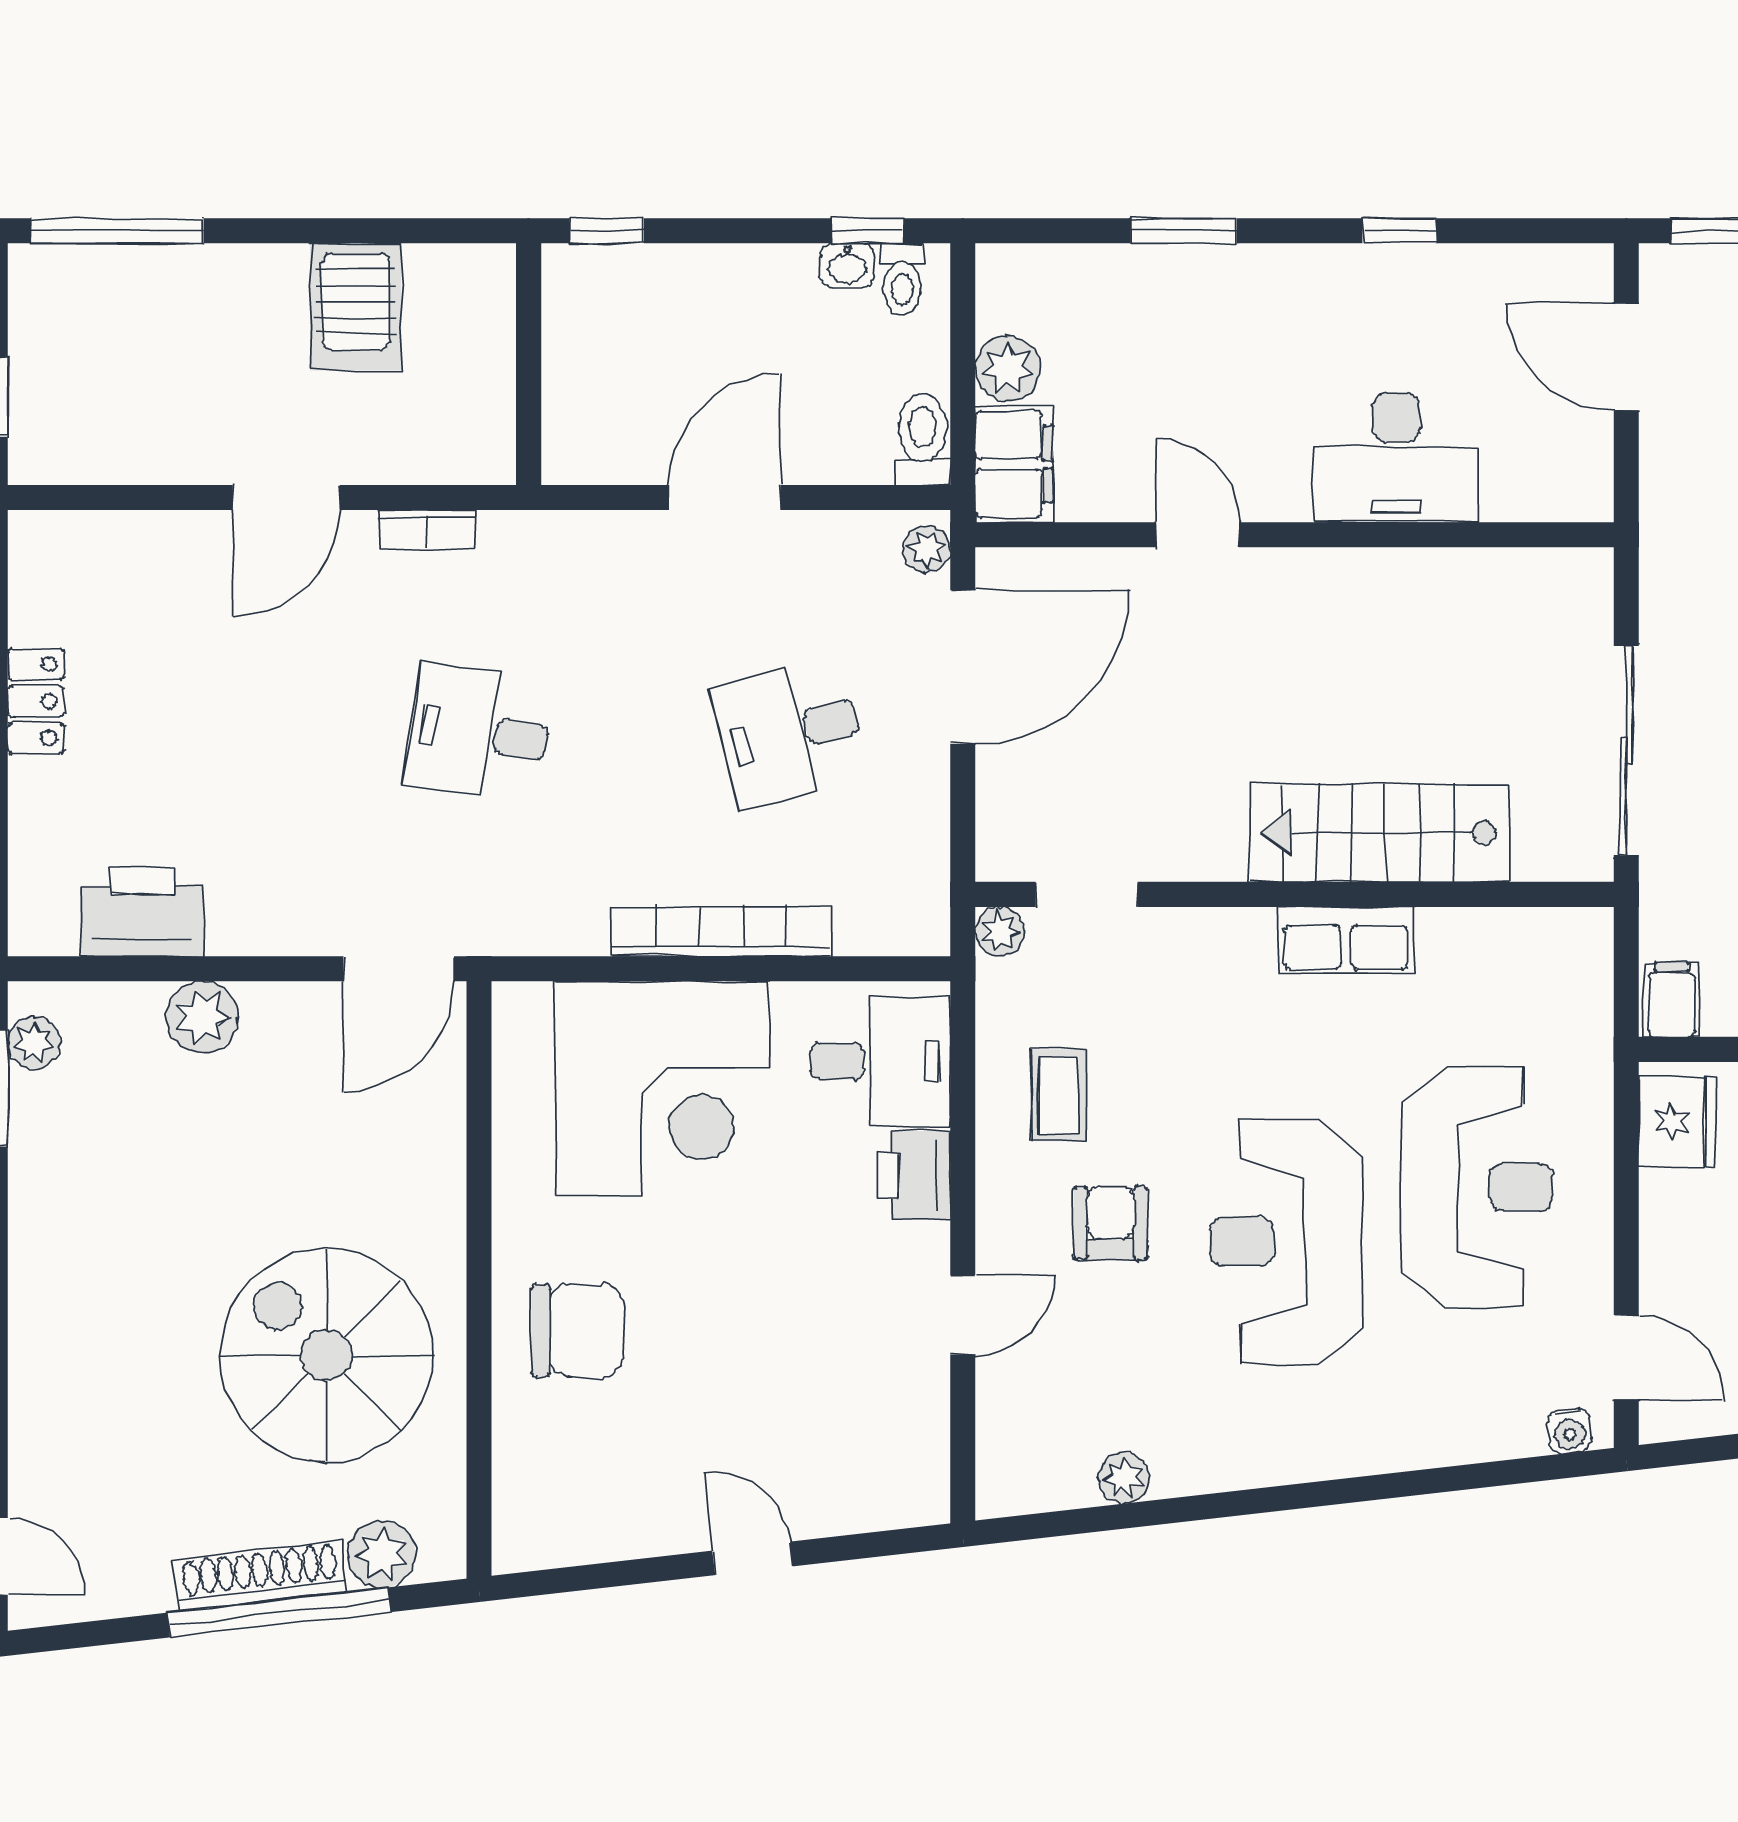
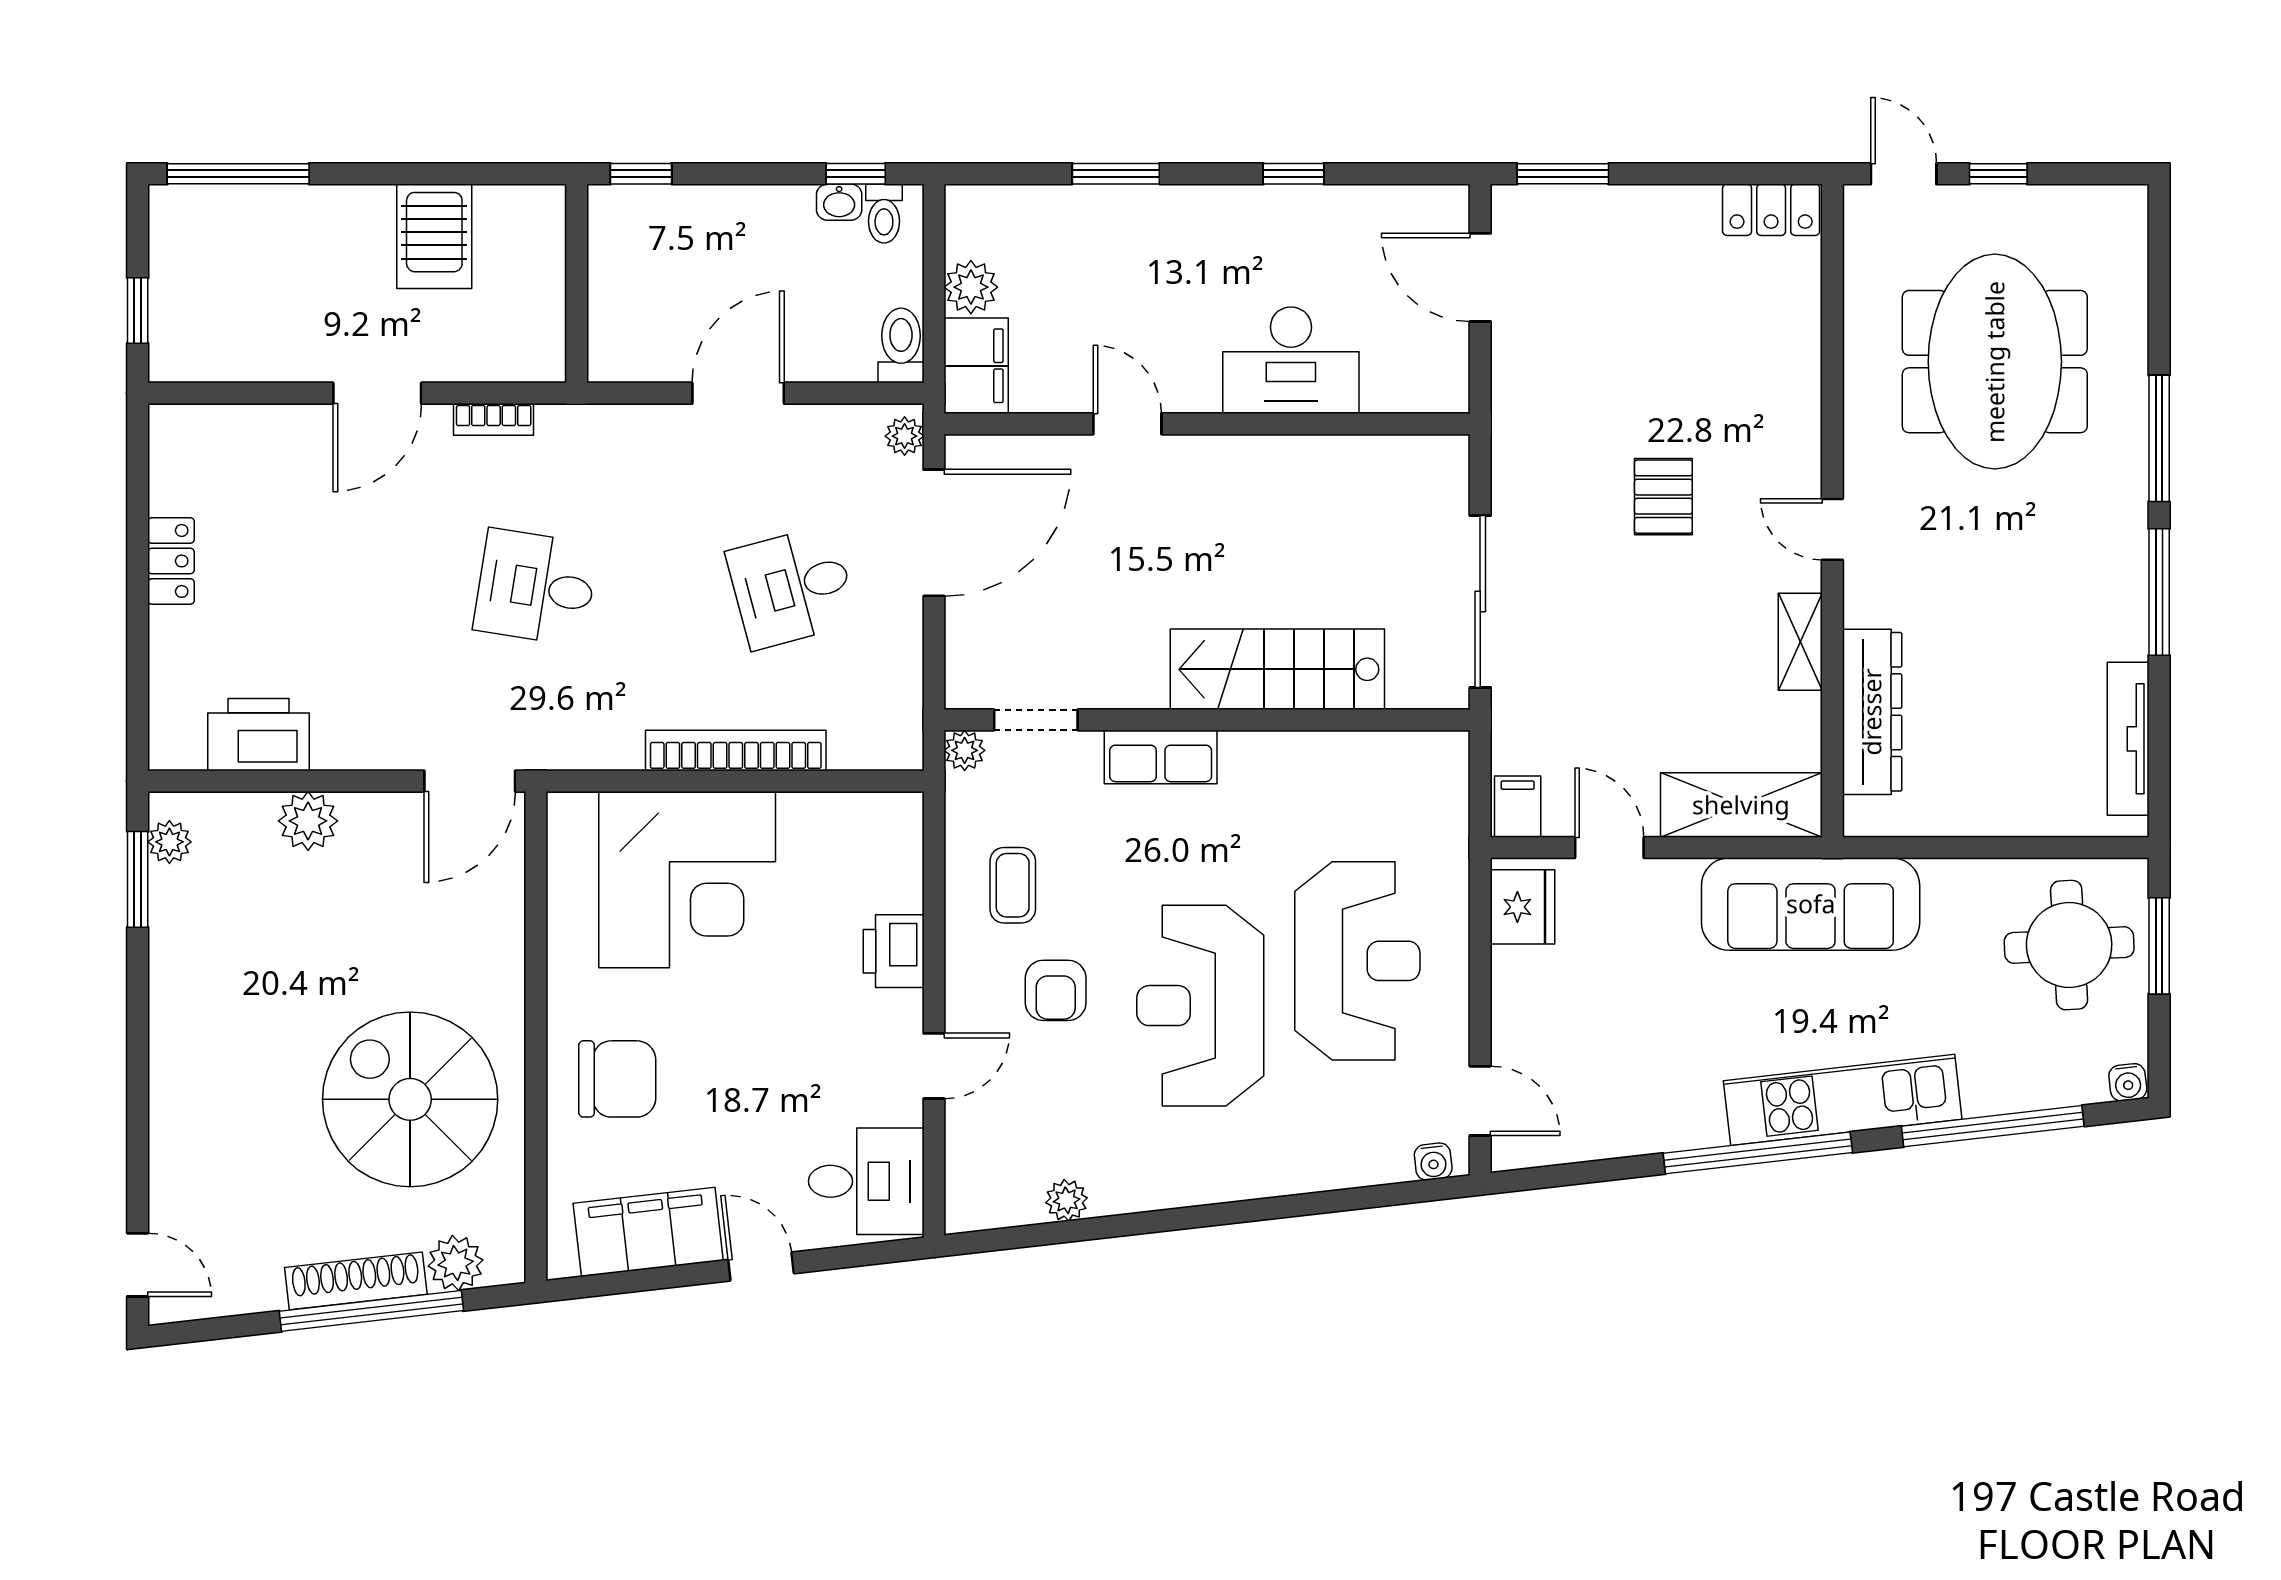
row of seats: (1346, 939) -> (1161, 757), moved
desk: (880, 1061) -> (866, 1181), moved
armchair: (1111, 1223) -> (1056, 990), turned 180
filing cabinet: (615, 1516) -> (648, 1232), added

